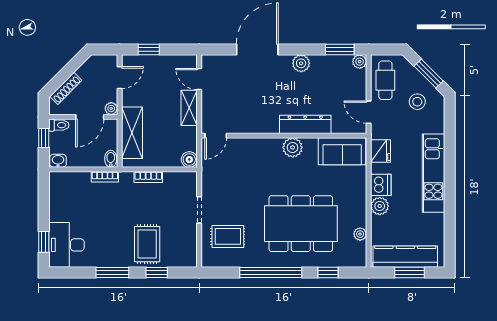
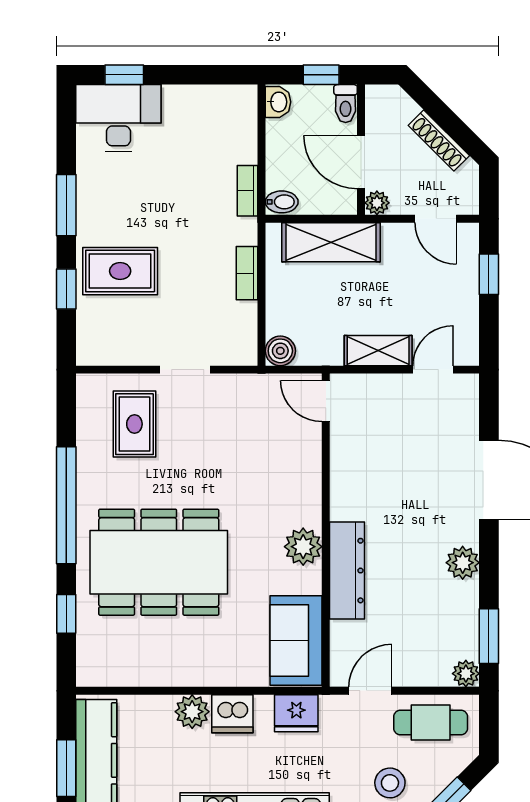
shoe rack: (66, 88) -> (439, 140), moved
dining table: (301, 224) -> (159, 562), turned 90
plant: (360, 234) -> (139, 675), removed

